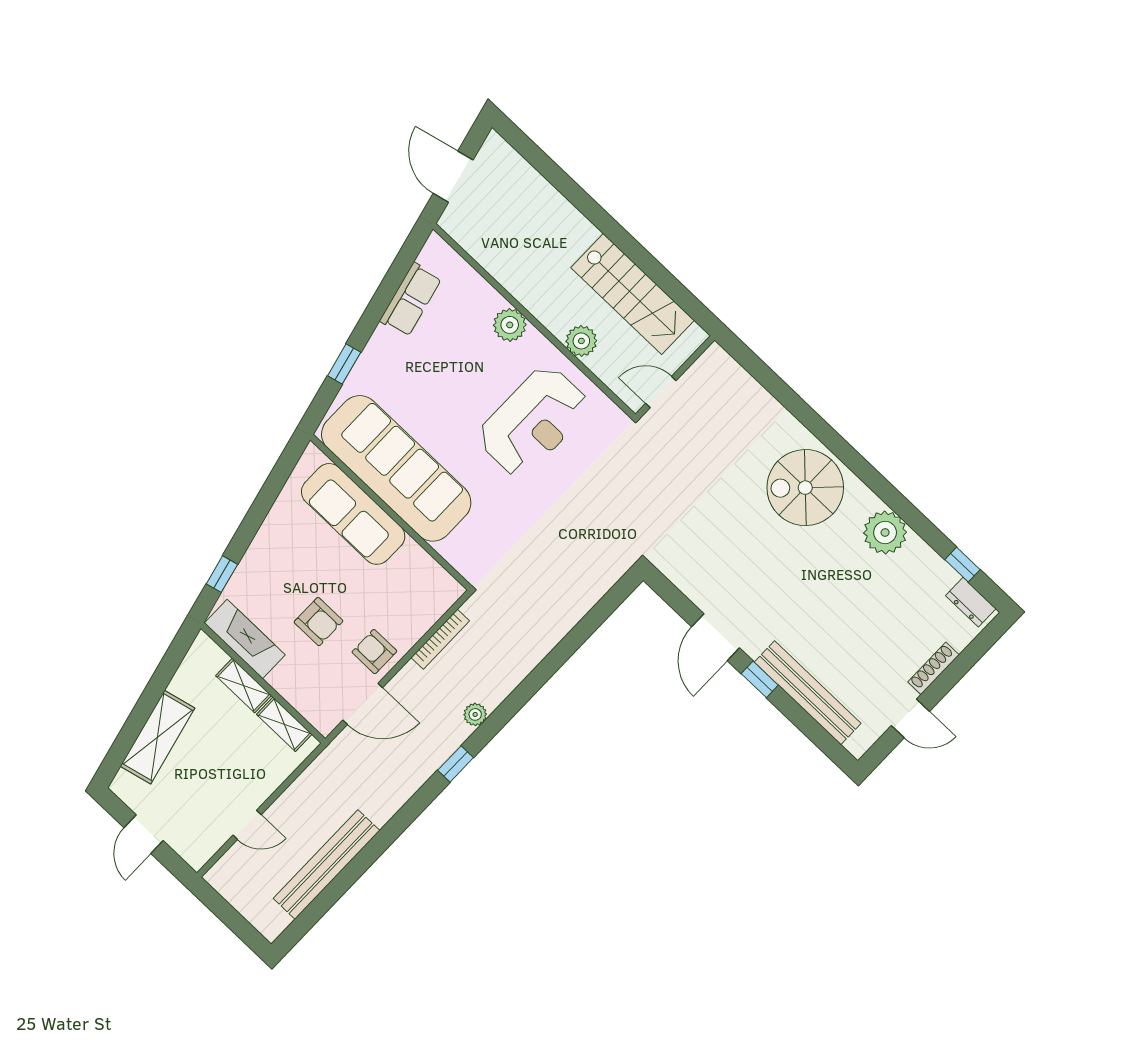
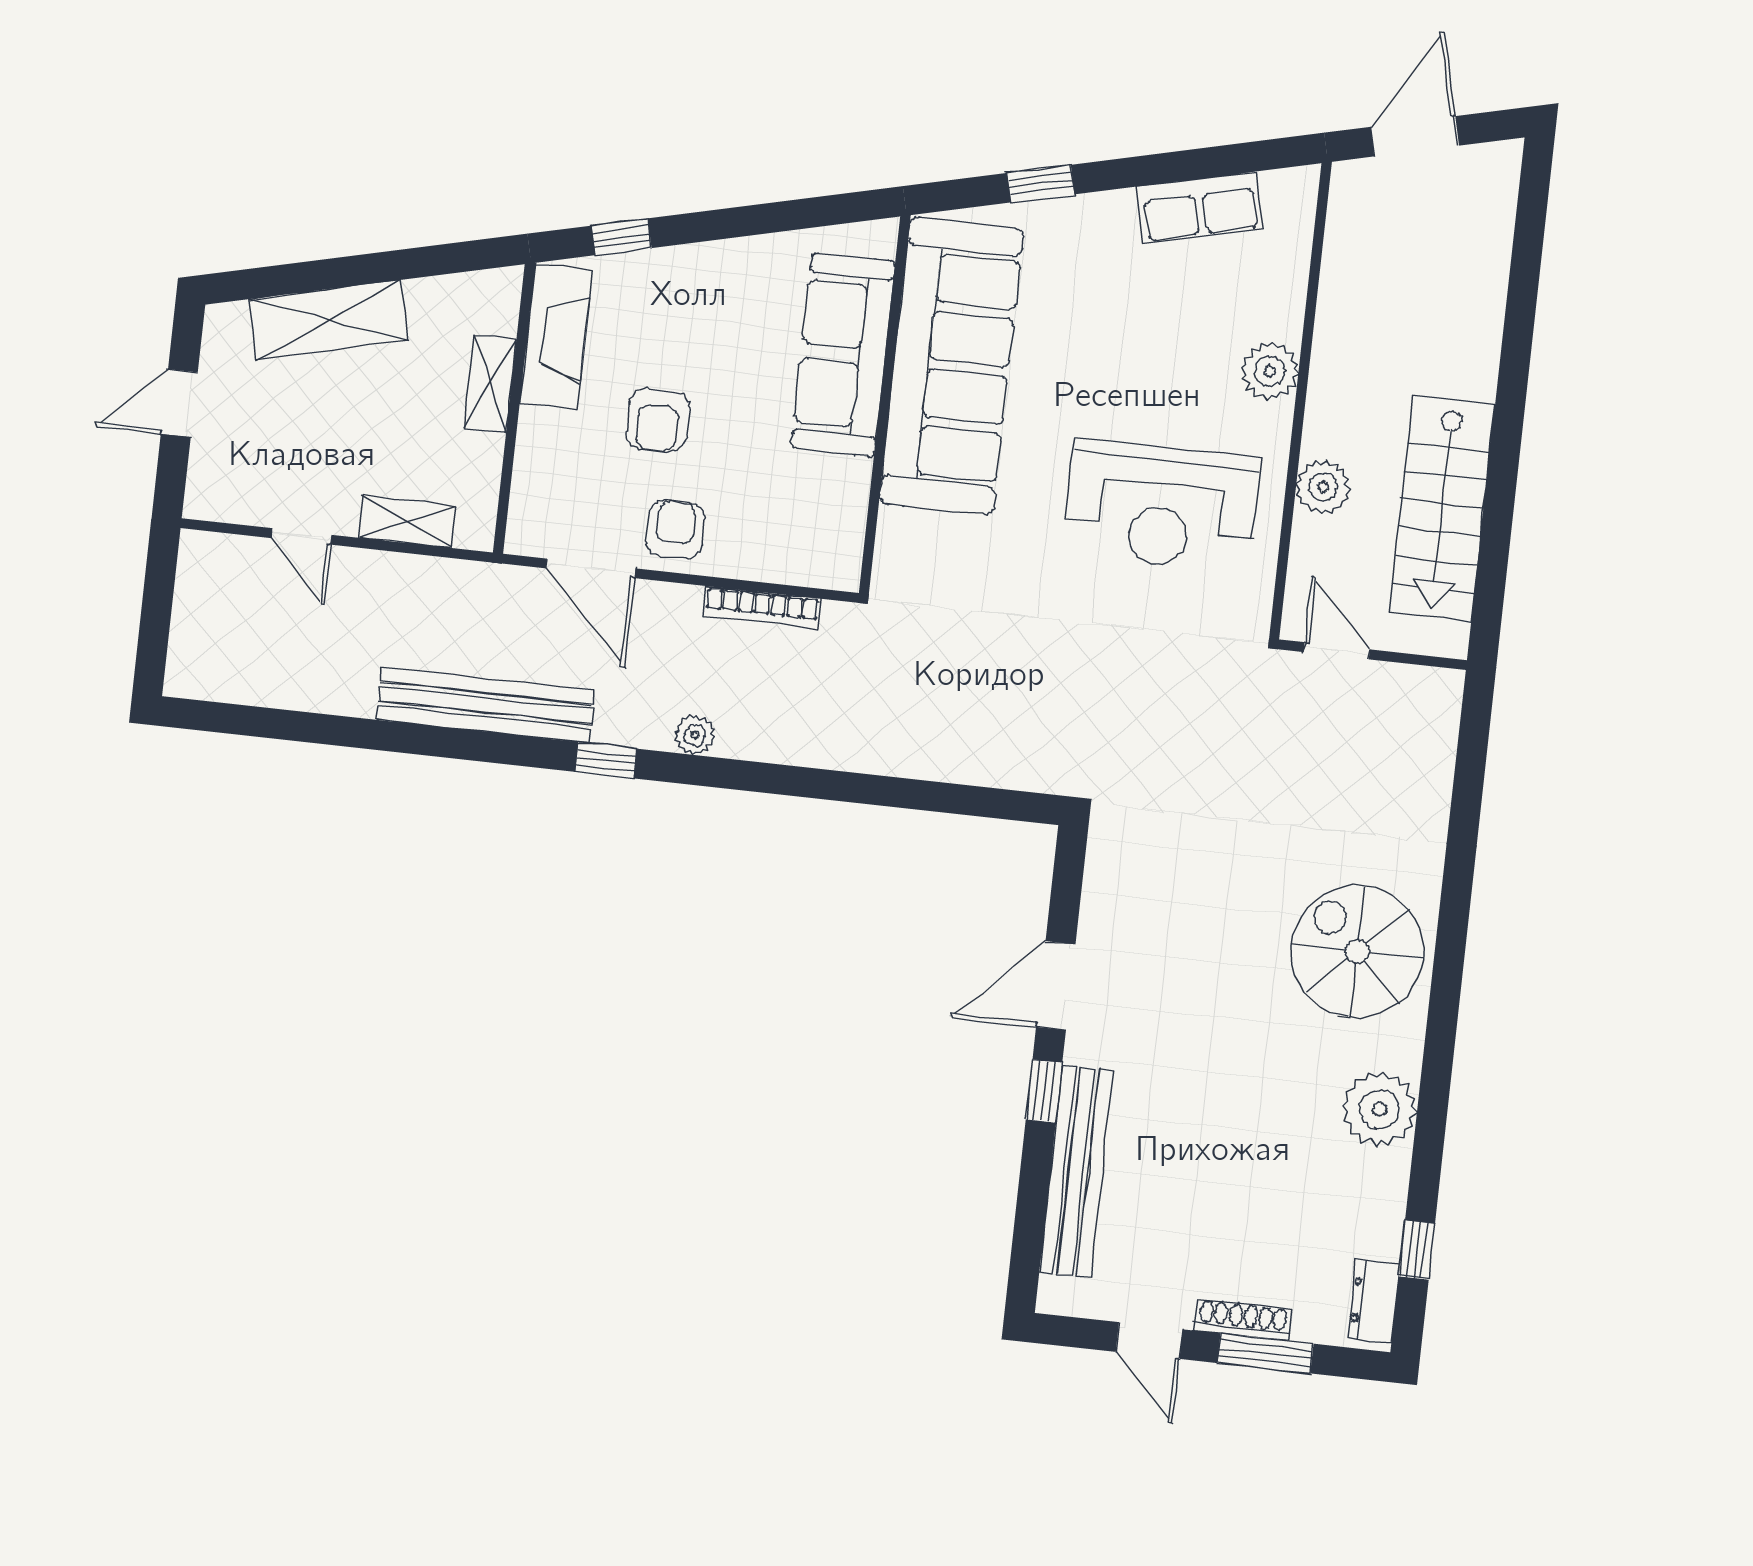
window: (957, 670) -> (1265, 1353), added
shelving: (284, 724) -> (407, 522), moved, turned 90
bench: (327, 864) -> (486, 705), moved

